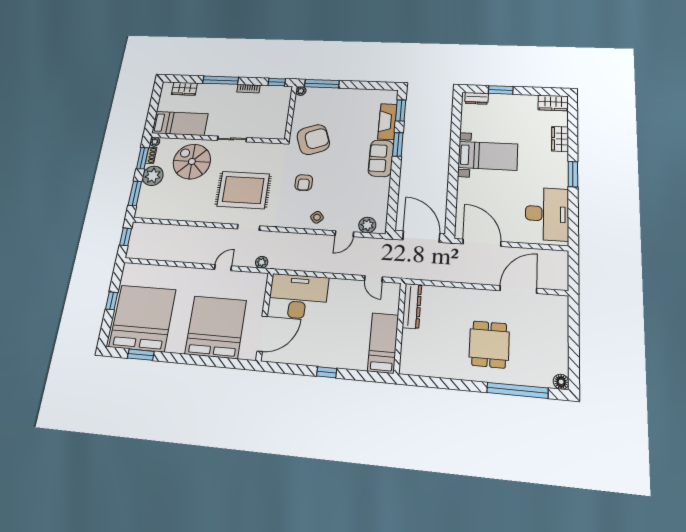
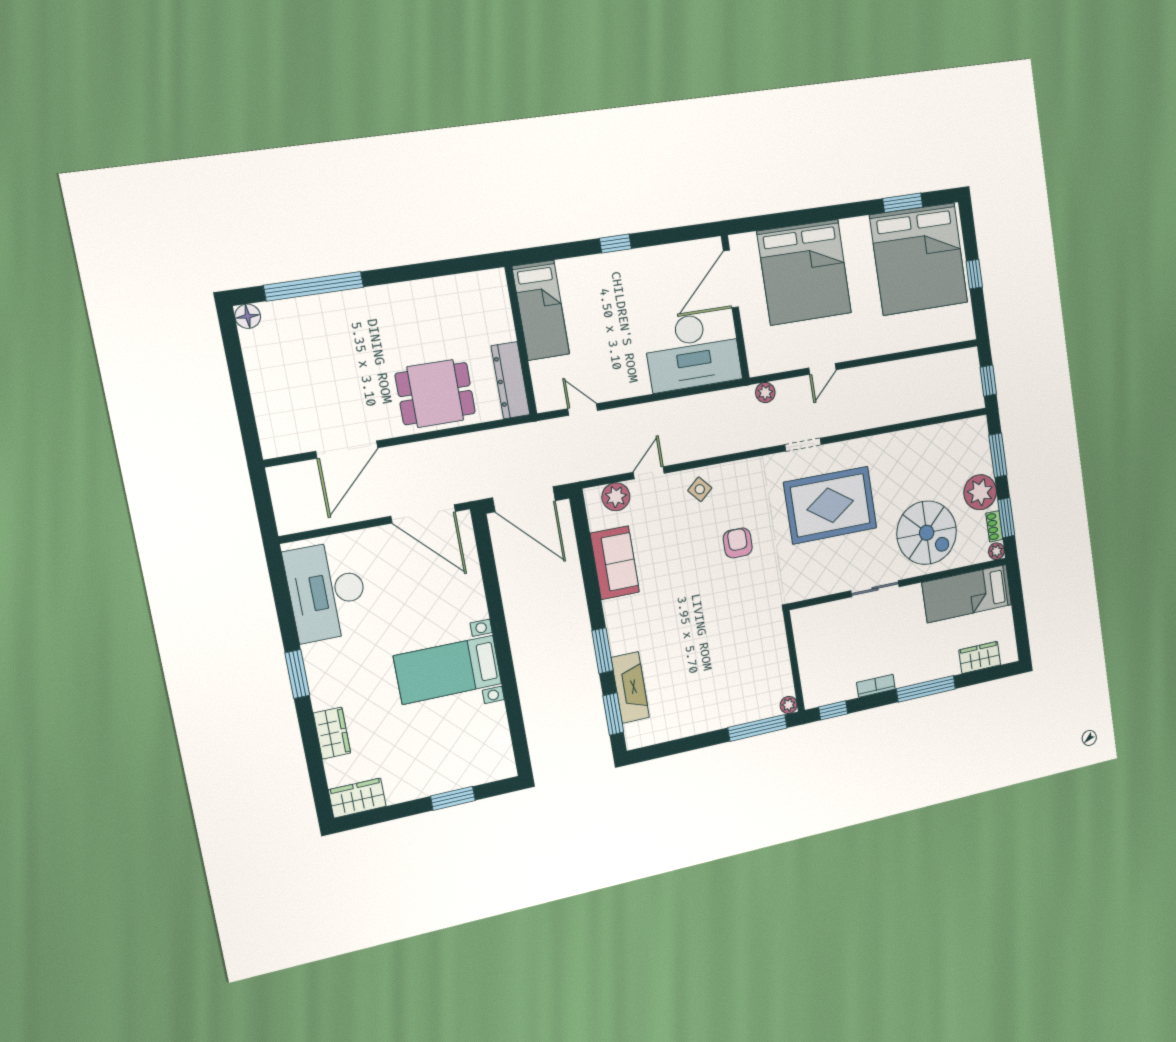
dresser: (477, 98) -> (491, 771), removed
armchair: (313, 140) -> (743, 623), removed
sofa: (381, 158) -> (615, 563), moved
dining table: (489, 344) -> (435, 394), moved, turned 90

